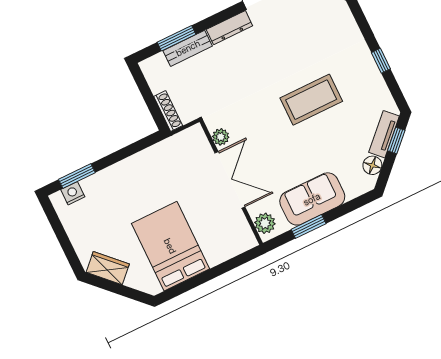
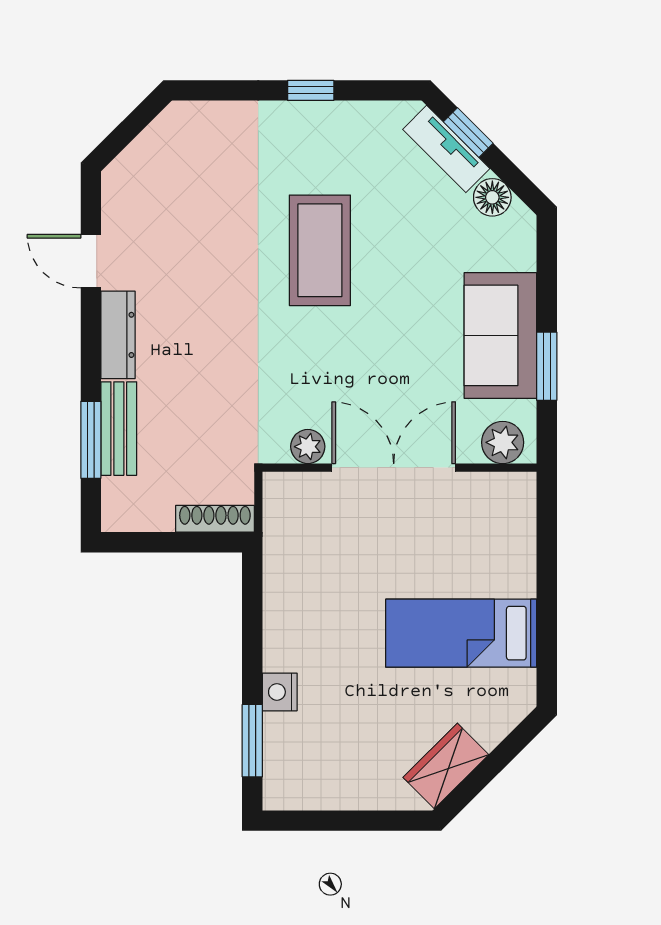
nightstand: (73, 193) -> (280, 692), moved
bed: (170, 246) -> (461, 633), width x0.67

